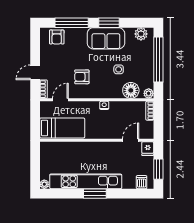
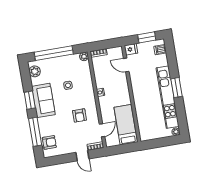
floor lamp: (131, 90) -> (84, 72), removed
door: (60, 100) -> (102, 130), swing flipped

